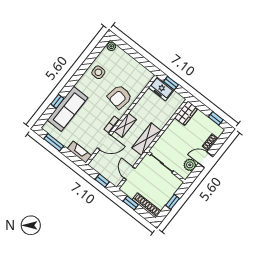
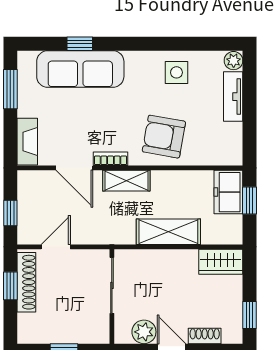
tv unit: (125, 58) -> (233, 97), added
shelving: (147, 139) -> (168, 232), moved
shoe rack: (147, 205) -> (26, 282), moved

